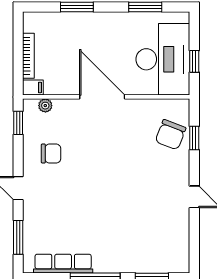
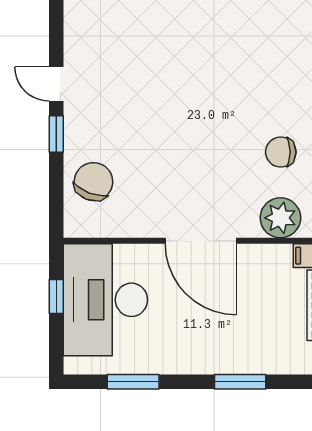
plant: (45, 106) -> (280, 218), width x1.87, depth x1.87
window: (194, 138) -> (56, 134), moved

